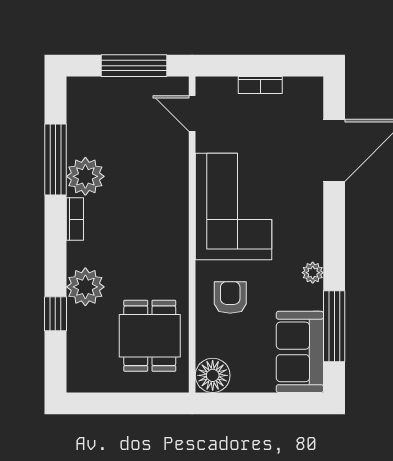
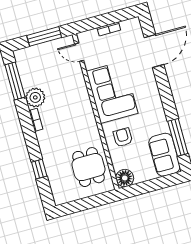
window: (55, 159) -> (15, 81), moved
plant: (313, 273) -> (160, 114), removed
plant: (85, 287) -> (50, 152), removed

